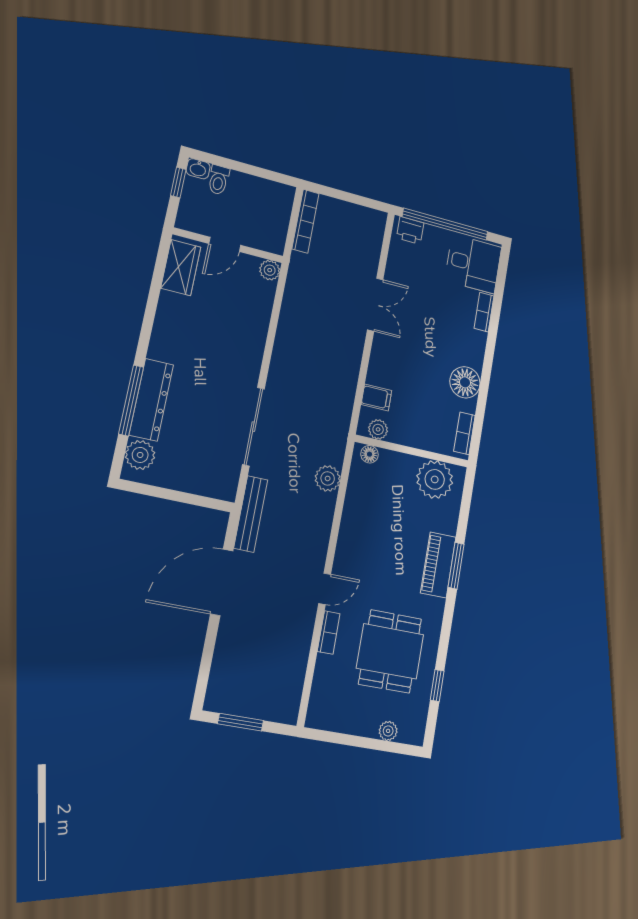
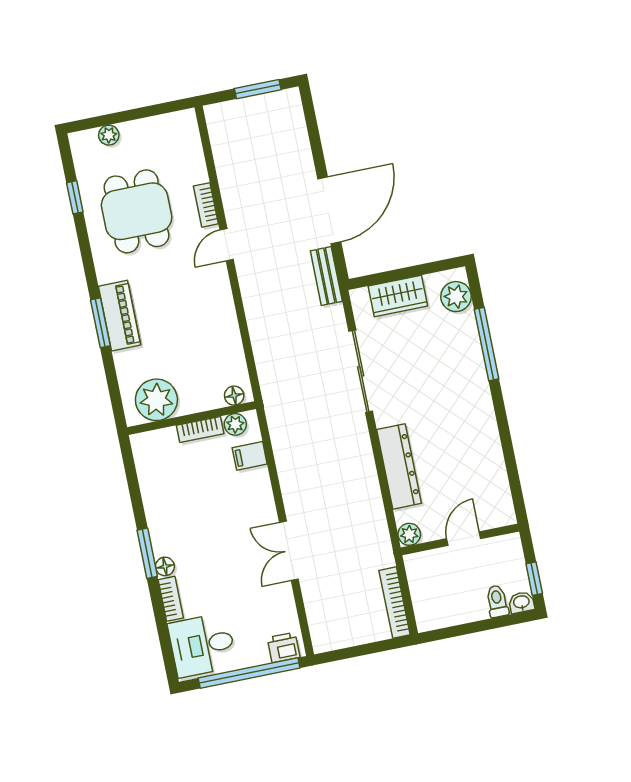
wardrobe: (181, 268) -> (398, 296), moved, turned -90
window: (489, 357) -> (147, 553), added
floor lamp: (465, 382) -> (165, 566), moved, width x0.53, depth x0.53
dresser: (151, 400) -> (399, 466), moved, turned 180
bookcase: (464, 433) -> (200, 429), moved, turned 90
plant: (328, 478) -> (267, 353), removed
bench: (251, 514) -> (326, 276), width x0.73

